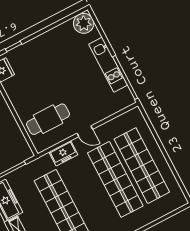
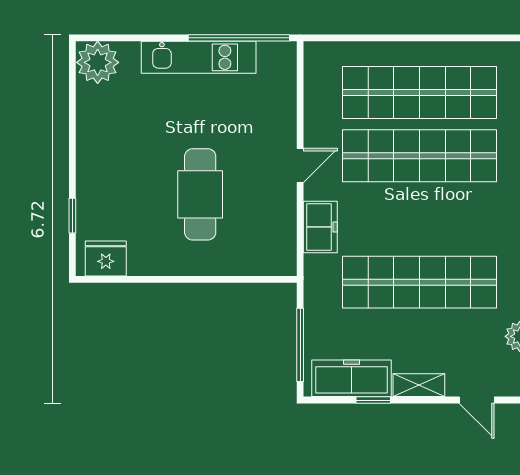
cafe table: (48, 119) -> (200, 194), moved

